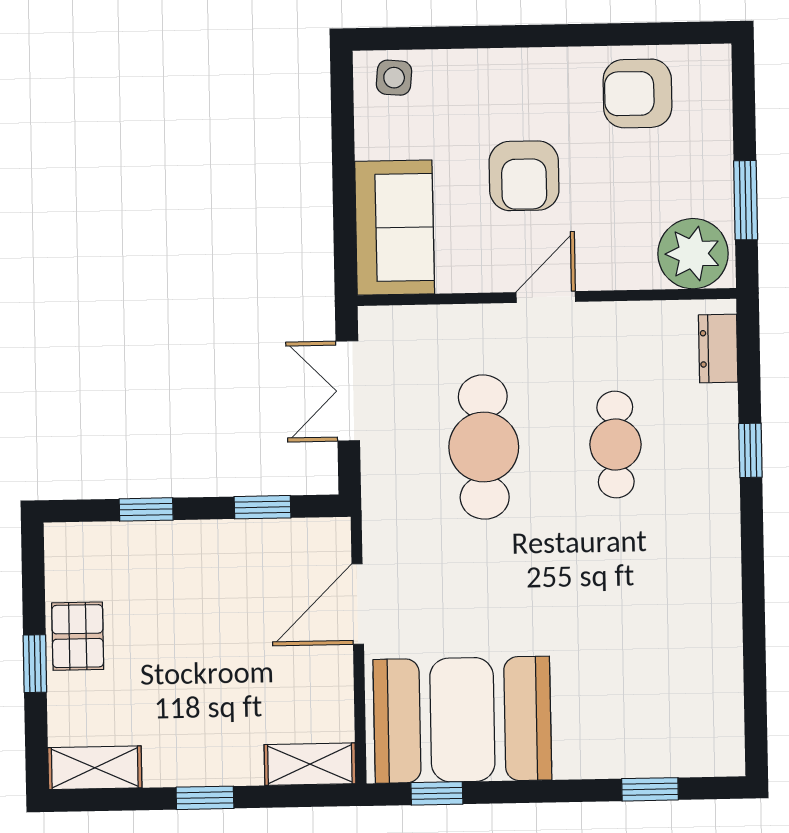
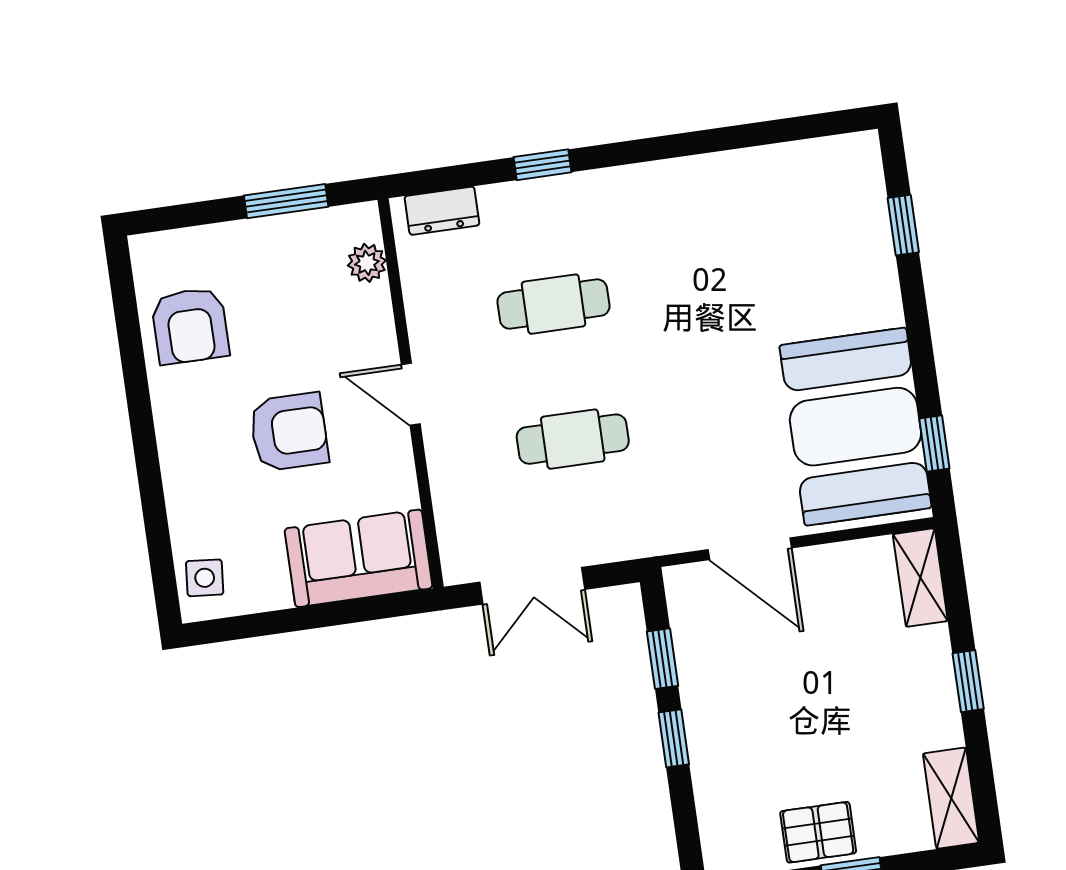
plant: (693, 254) -> (367, 263), width x0.53, depth x0.53
cafe table: (484, 447) -> (573, 439), width x0.73, depth x0.74
window: (146, 509) -> (674, 738), moved

